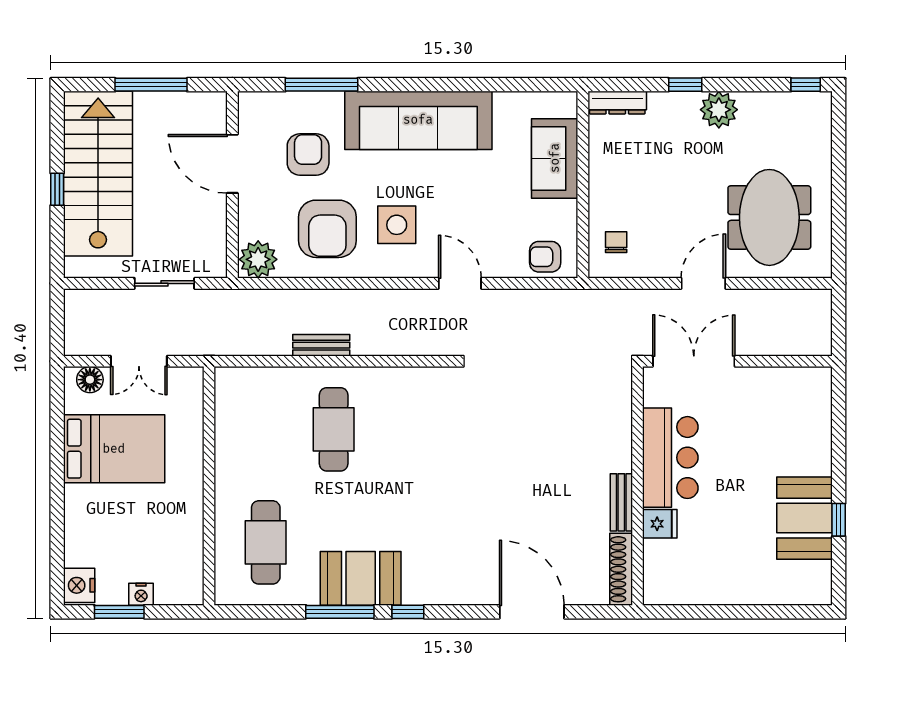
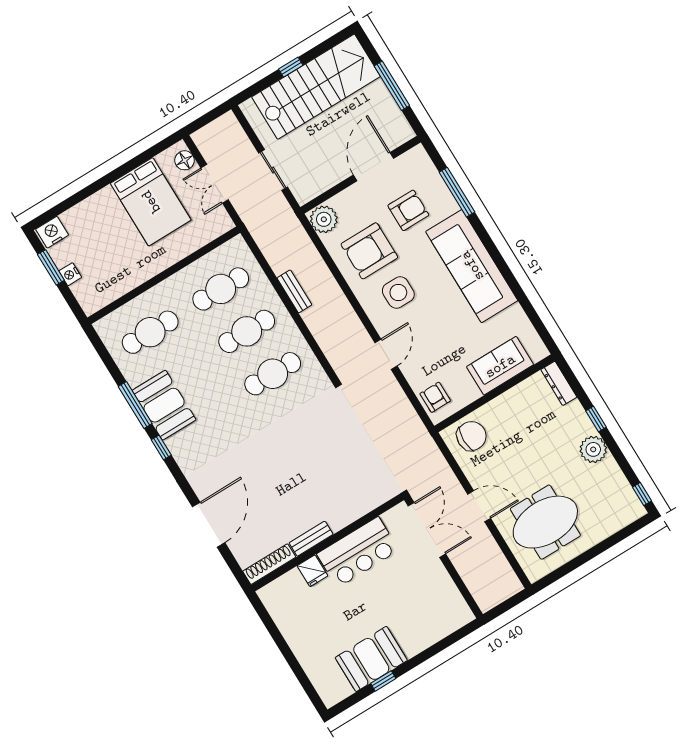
chair: (616, 242) -> (471, 436), width x1.87, depth x1.87
cafe table: (266, 429) -> (221, 289), added
cafe table: (402, 429) -> (273, 374), added

